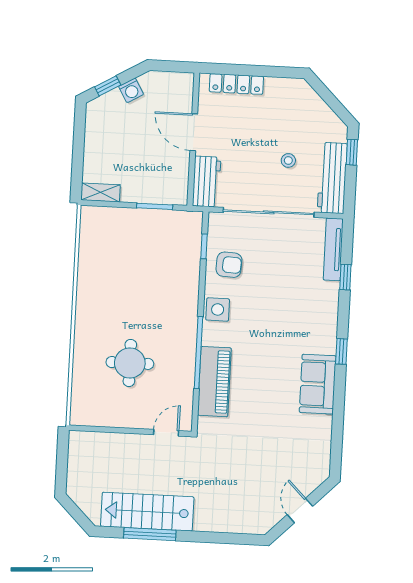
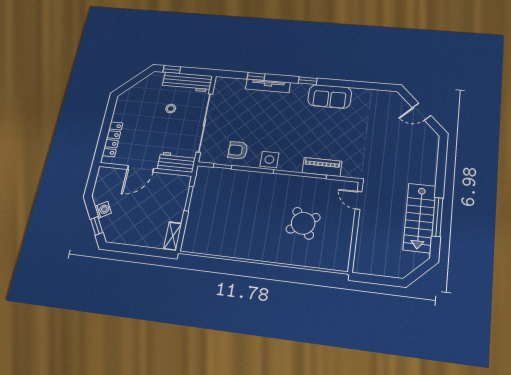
tv unit: (333, 249) -> (268, 86), moved
armchair: (229, 265) -> (238, 150), turned -93
round table: (130, 363) -> (303, 223), turned -33
piano: (214, 382) -> (322, 167), width x0.73, depth x0.75

